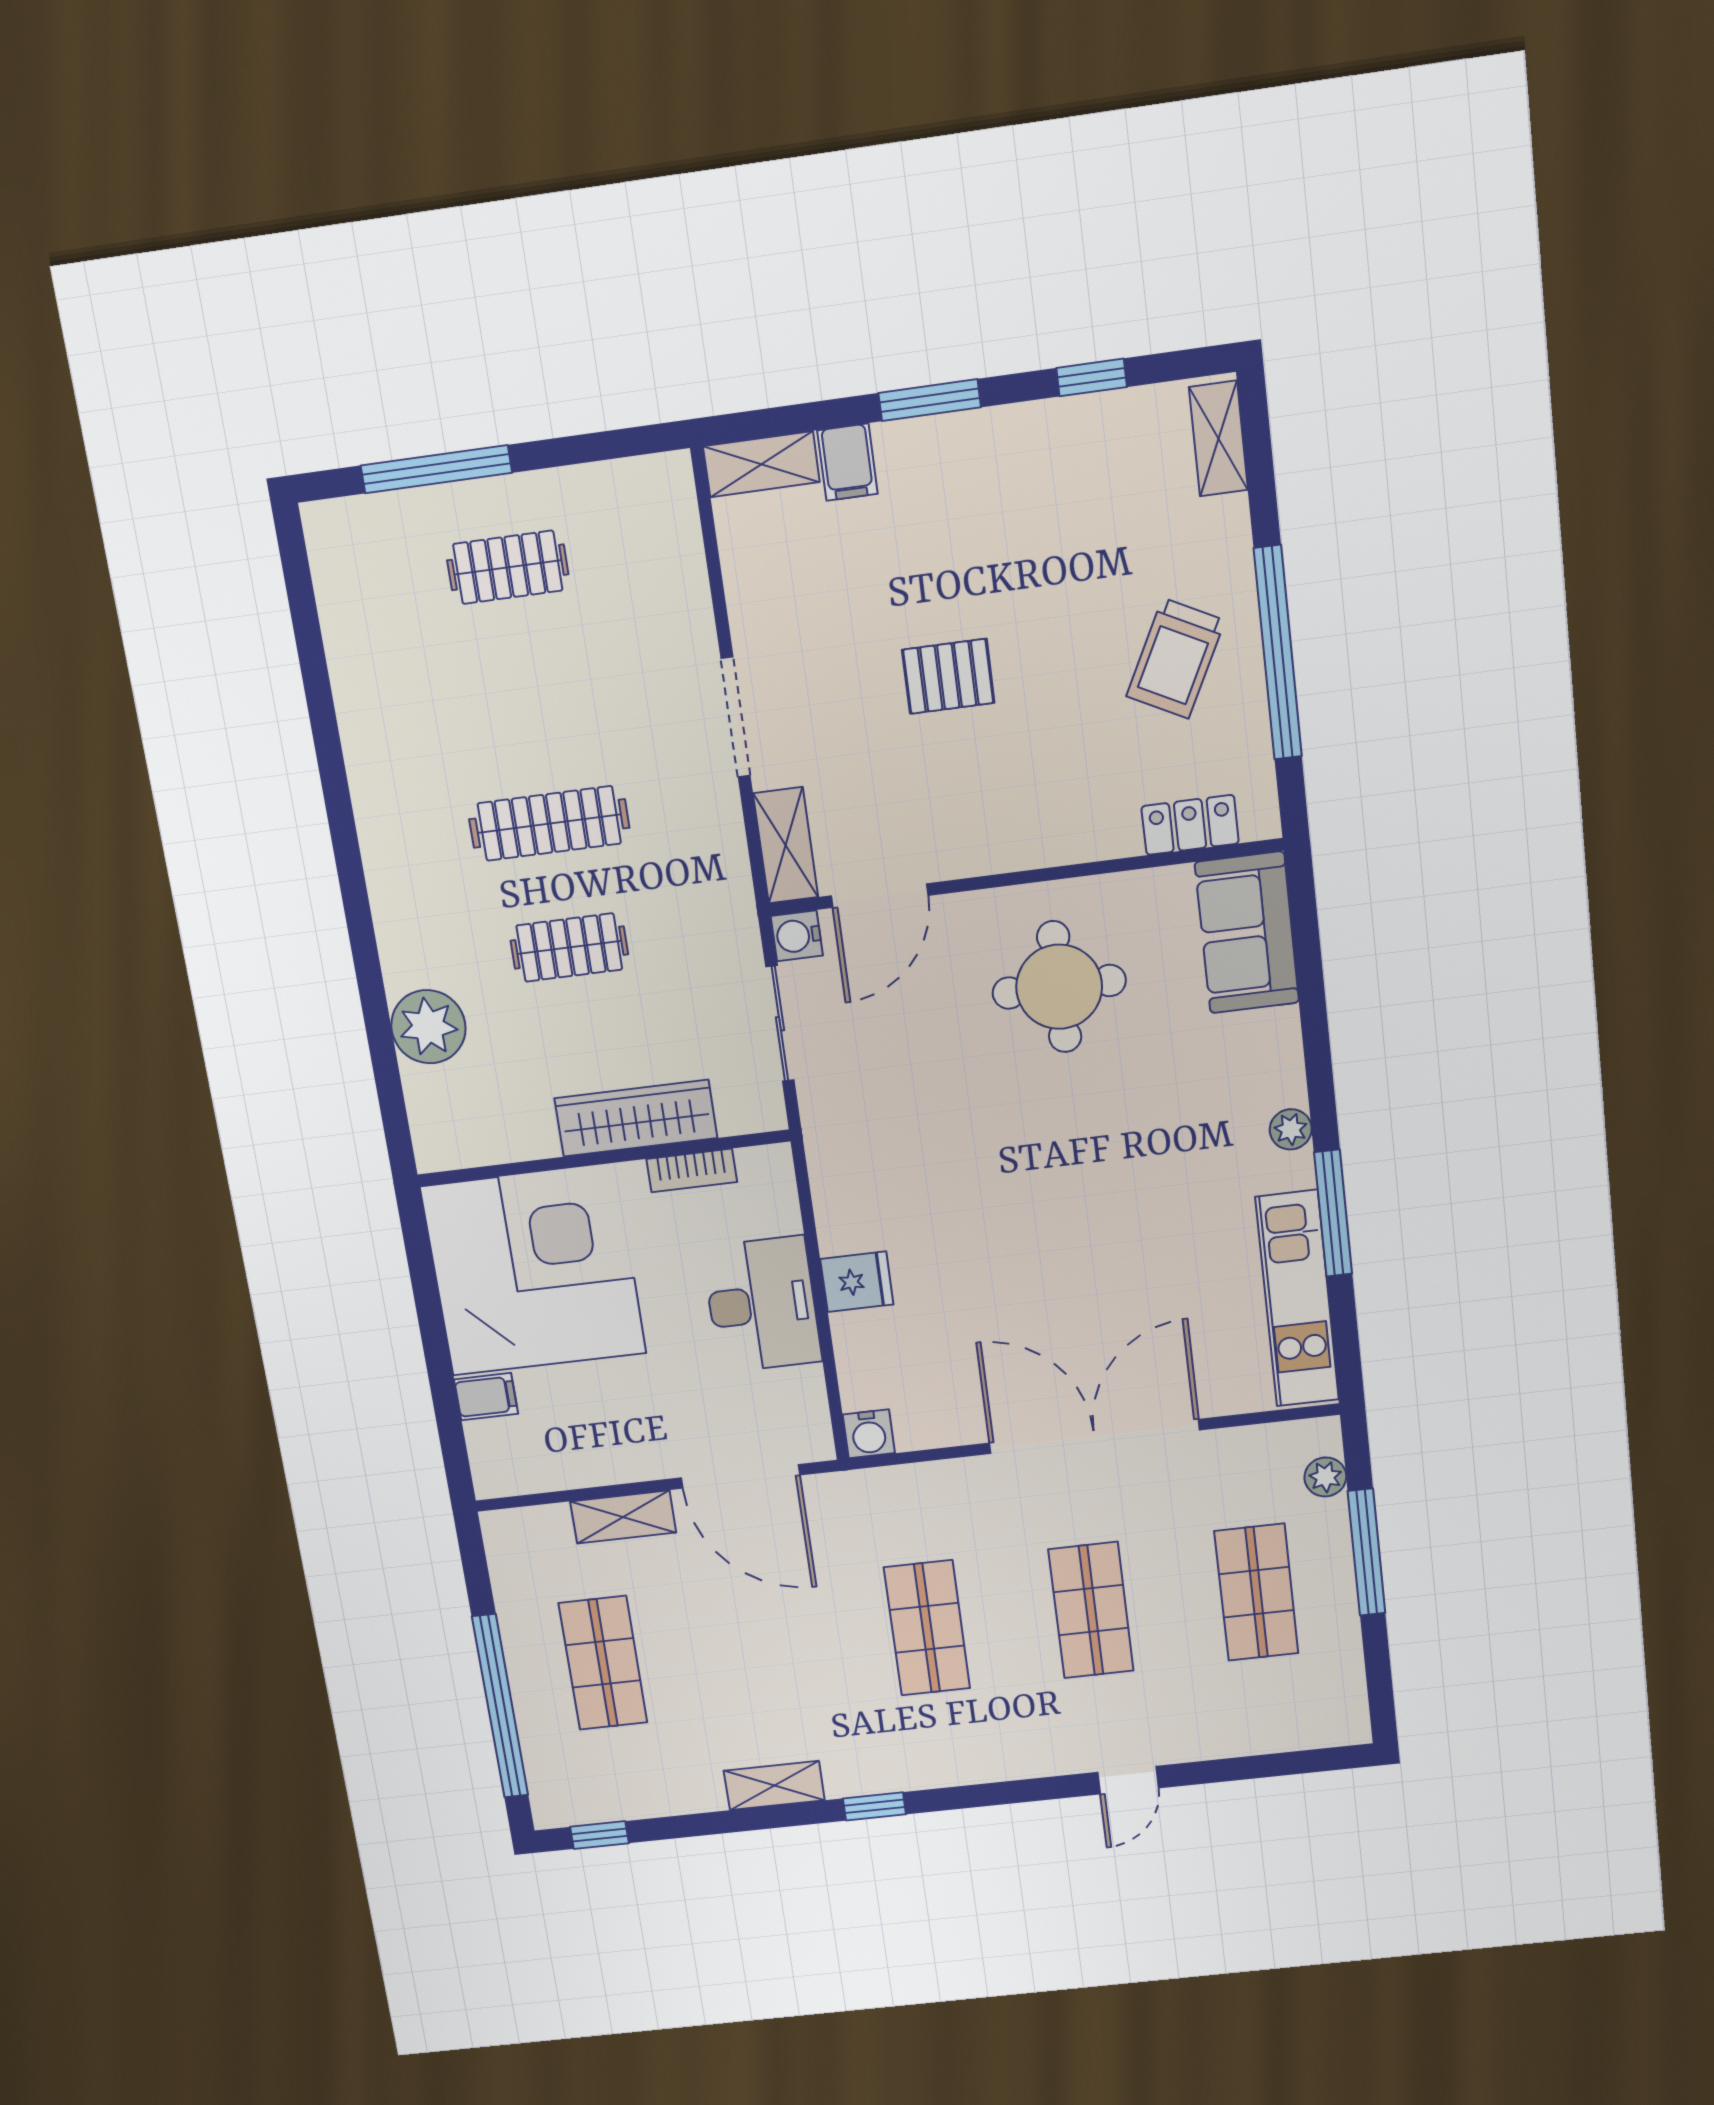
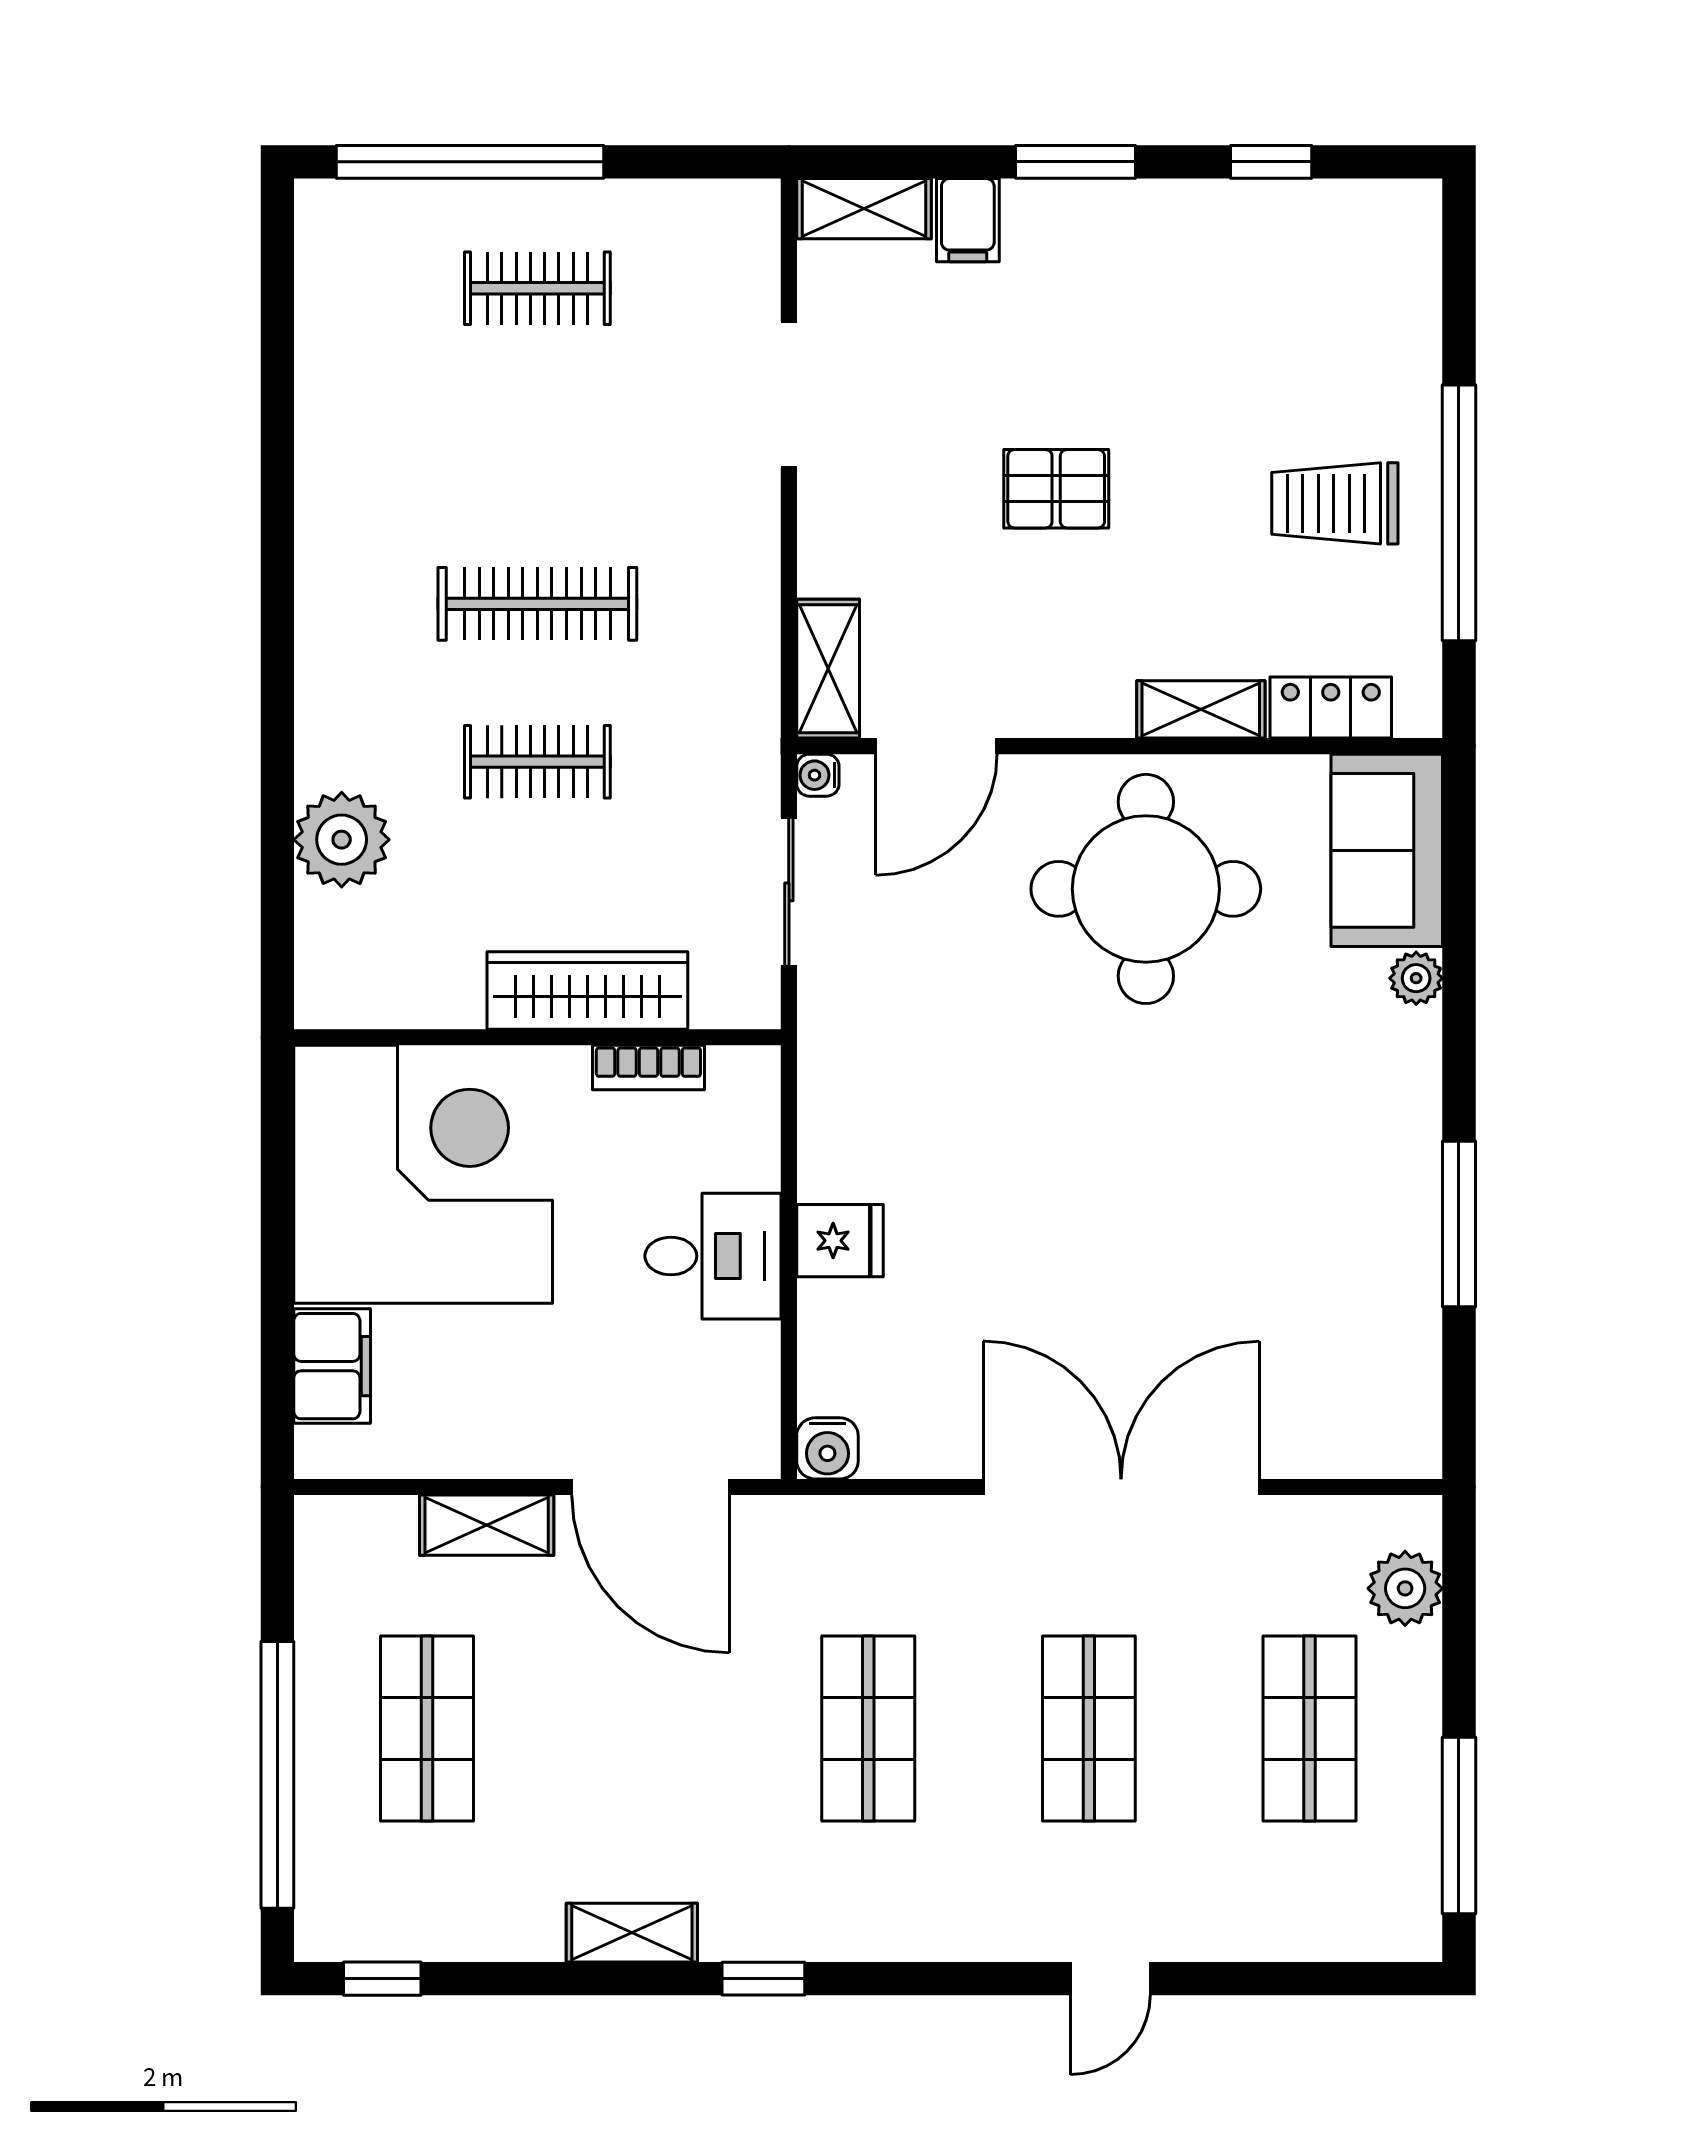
shelving: (1218, 439) -> (1201, 709), moved, turned 90
window: (436, 469) -> (470, 162), width x1.46
trolley: (1176, 658) -> (1335, 503), turned 63
doorway: (736, 717) -> (789, 394), moved
water cooler: (797, 936) -> (818, 775), width x0.72, depth x0.72
round table: (1059, 987) -> (1146, 889), width x1.36, depth x1.36
plant: (1291, 1129) -> (1416, 978), moved
kitchen unit: (1297, 1299) -> (1402, 1332), removed
desk: (762, 1304) -> (713, 1256), width x0.73
filing cabinet: (486, 1397) -> (332, 1366), width x2.00
plant: (1325, 1477) -> (1405, 1588), width x1.38, depth x1.38
window: (1367, 1552) -> (1459, 1826), moved

